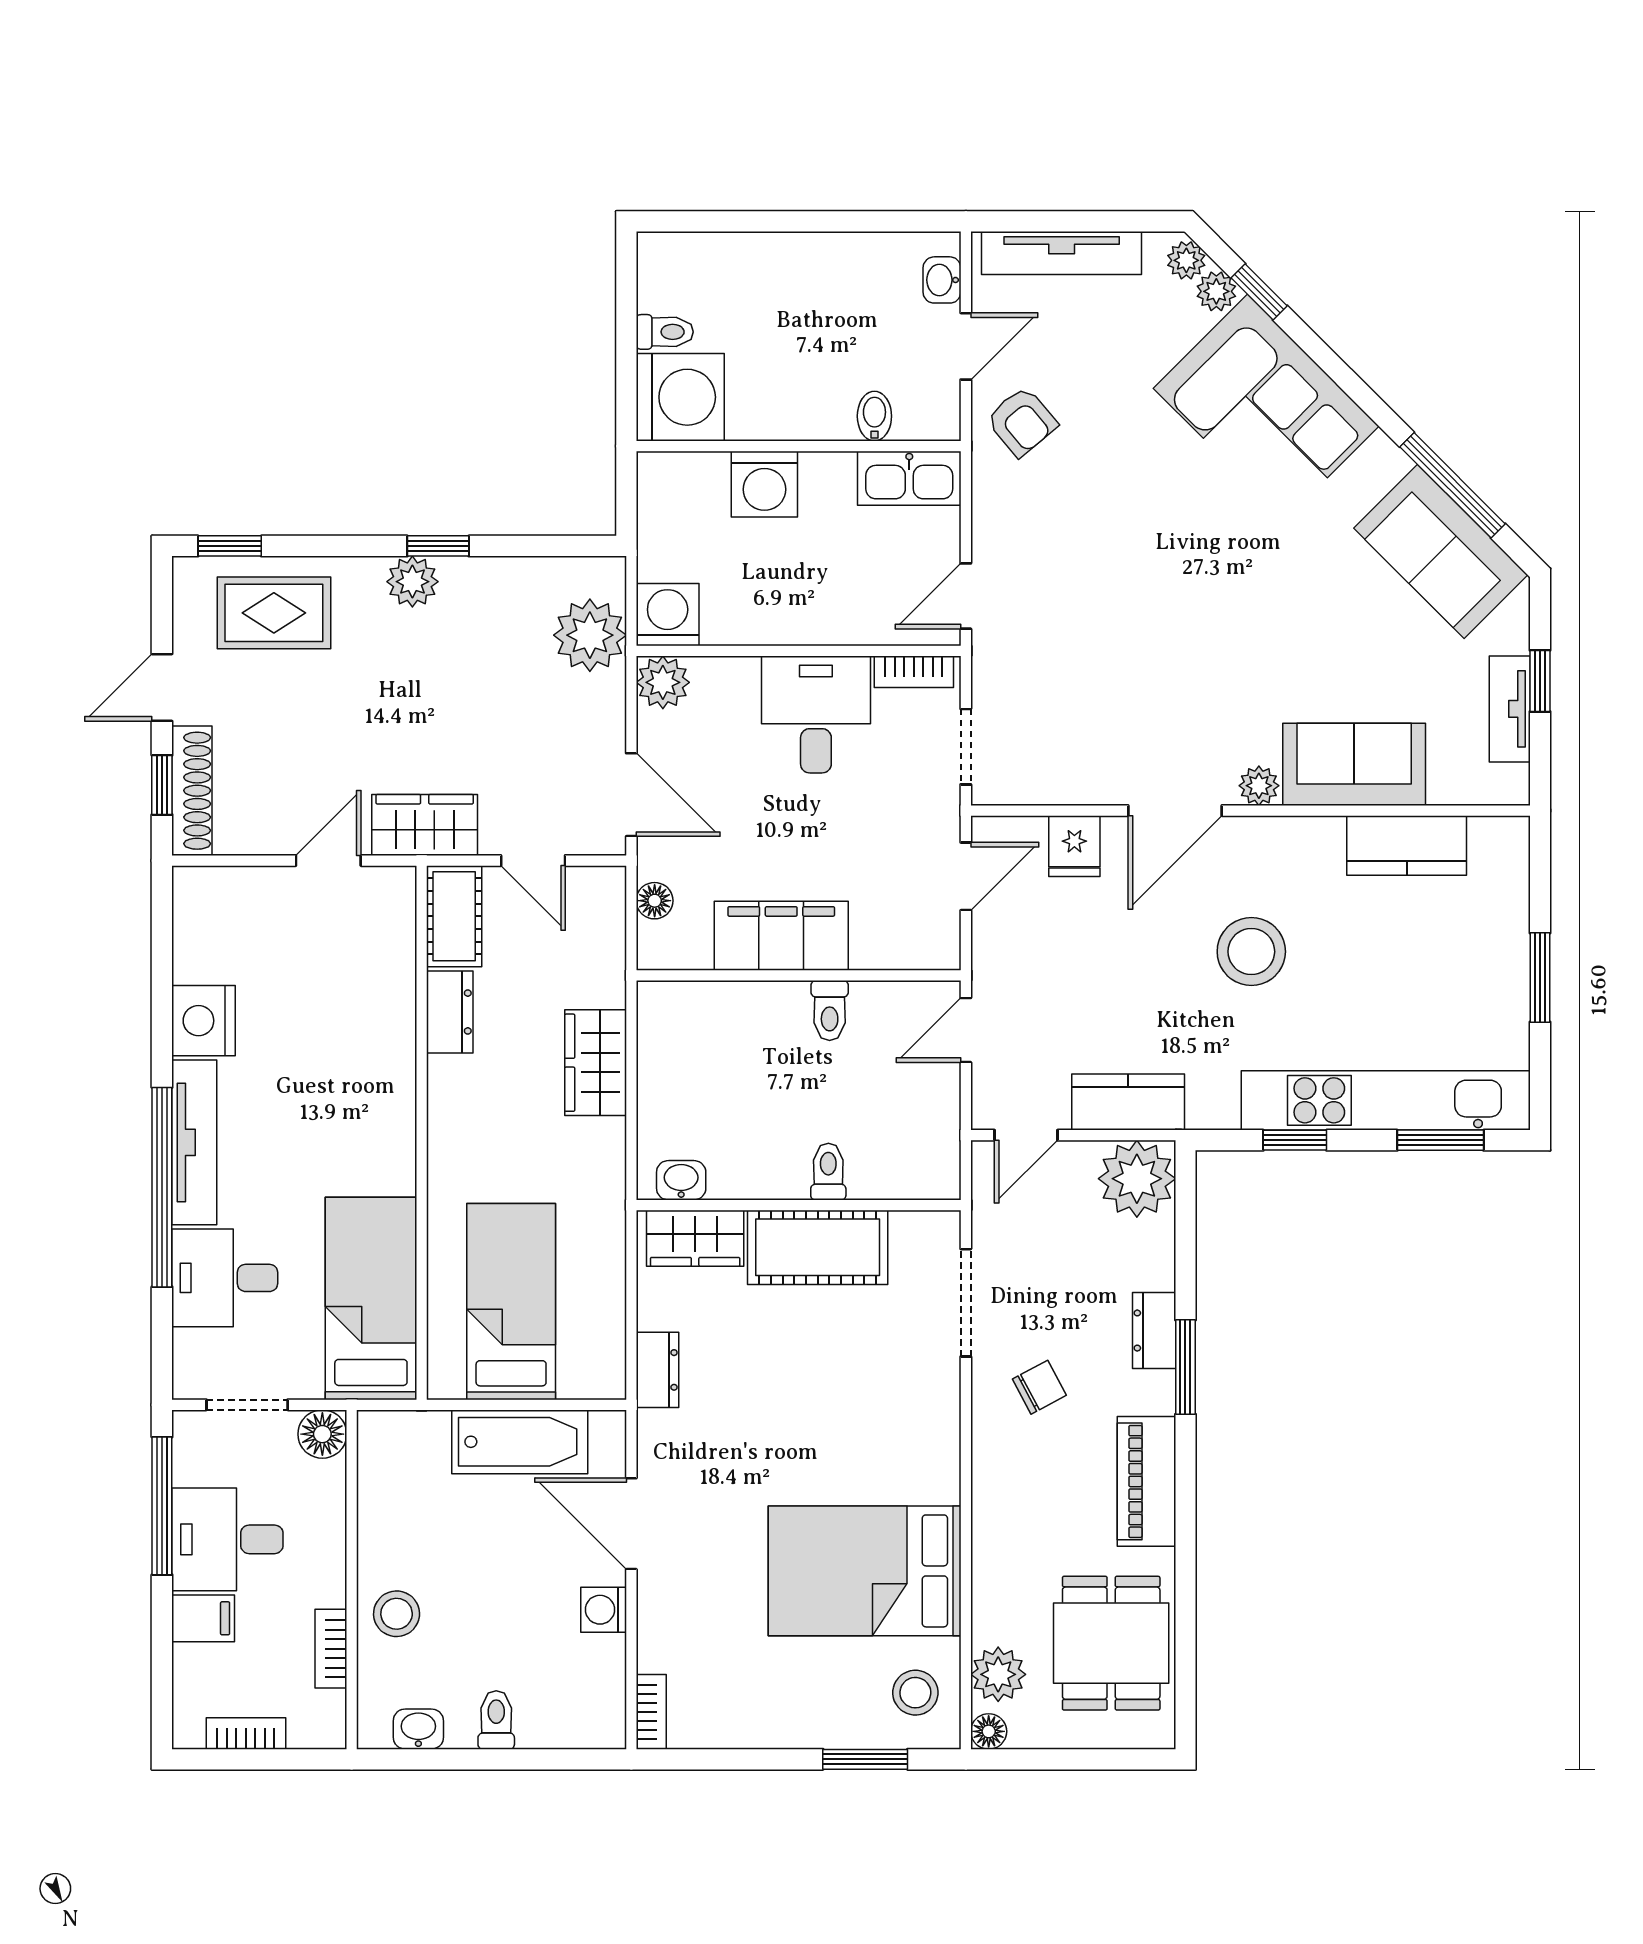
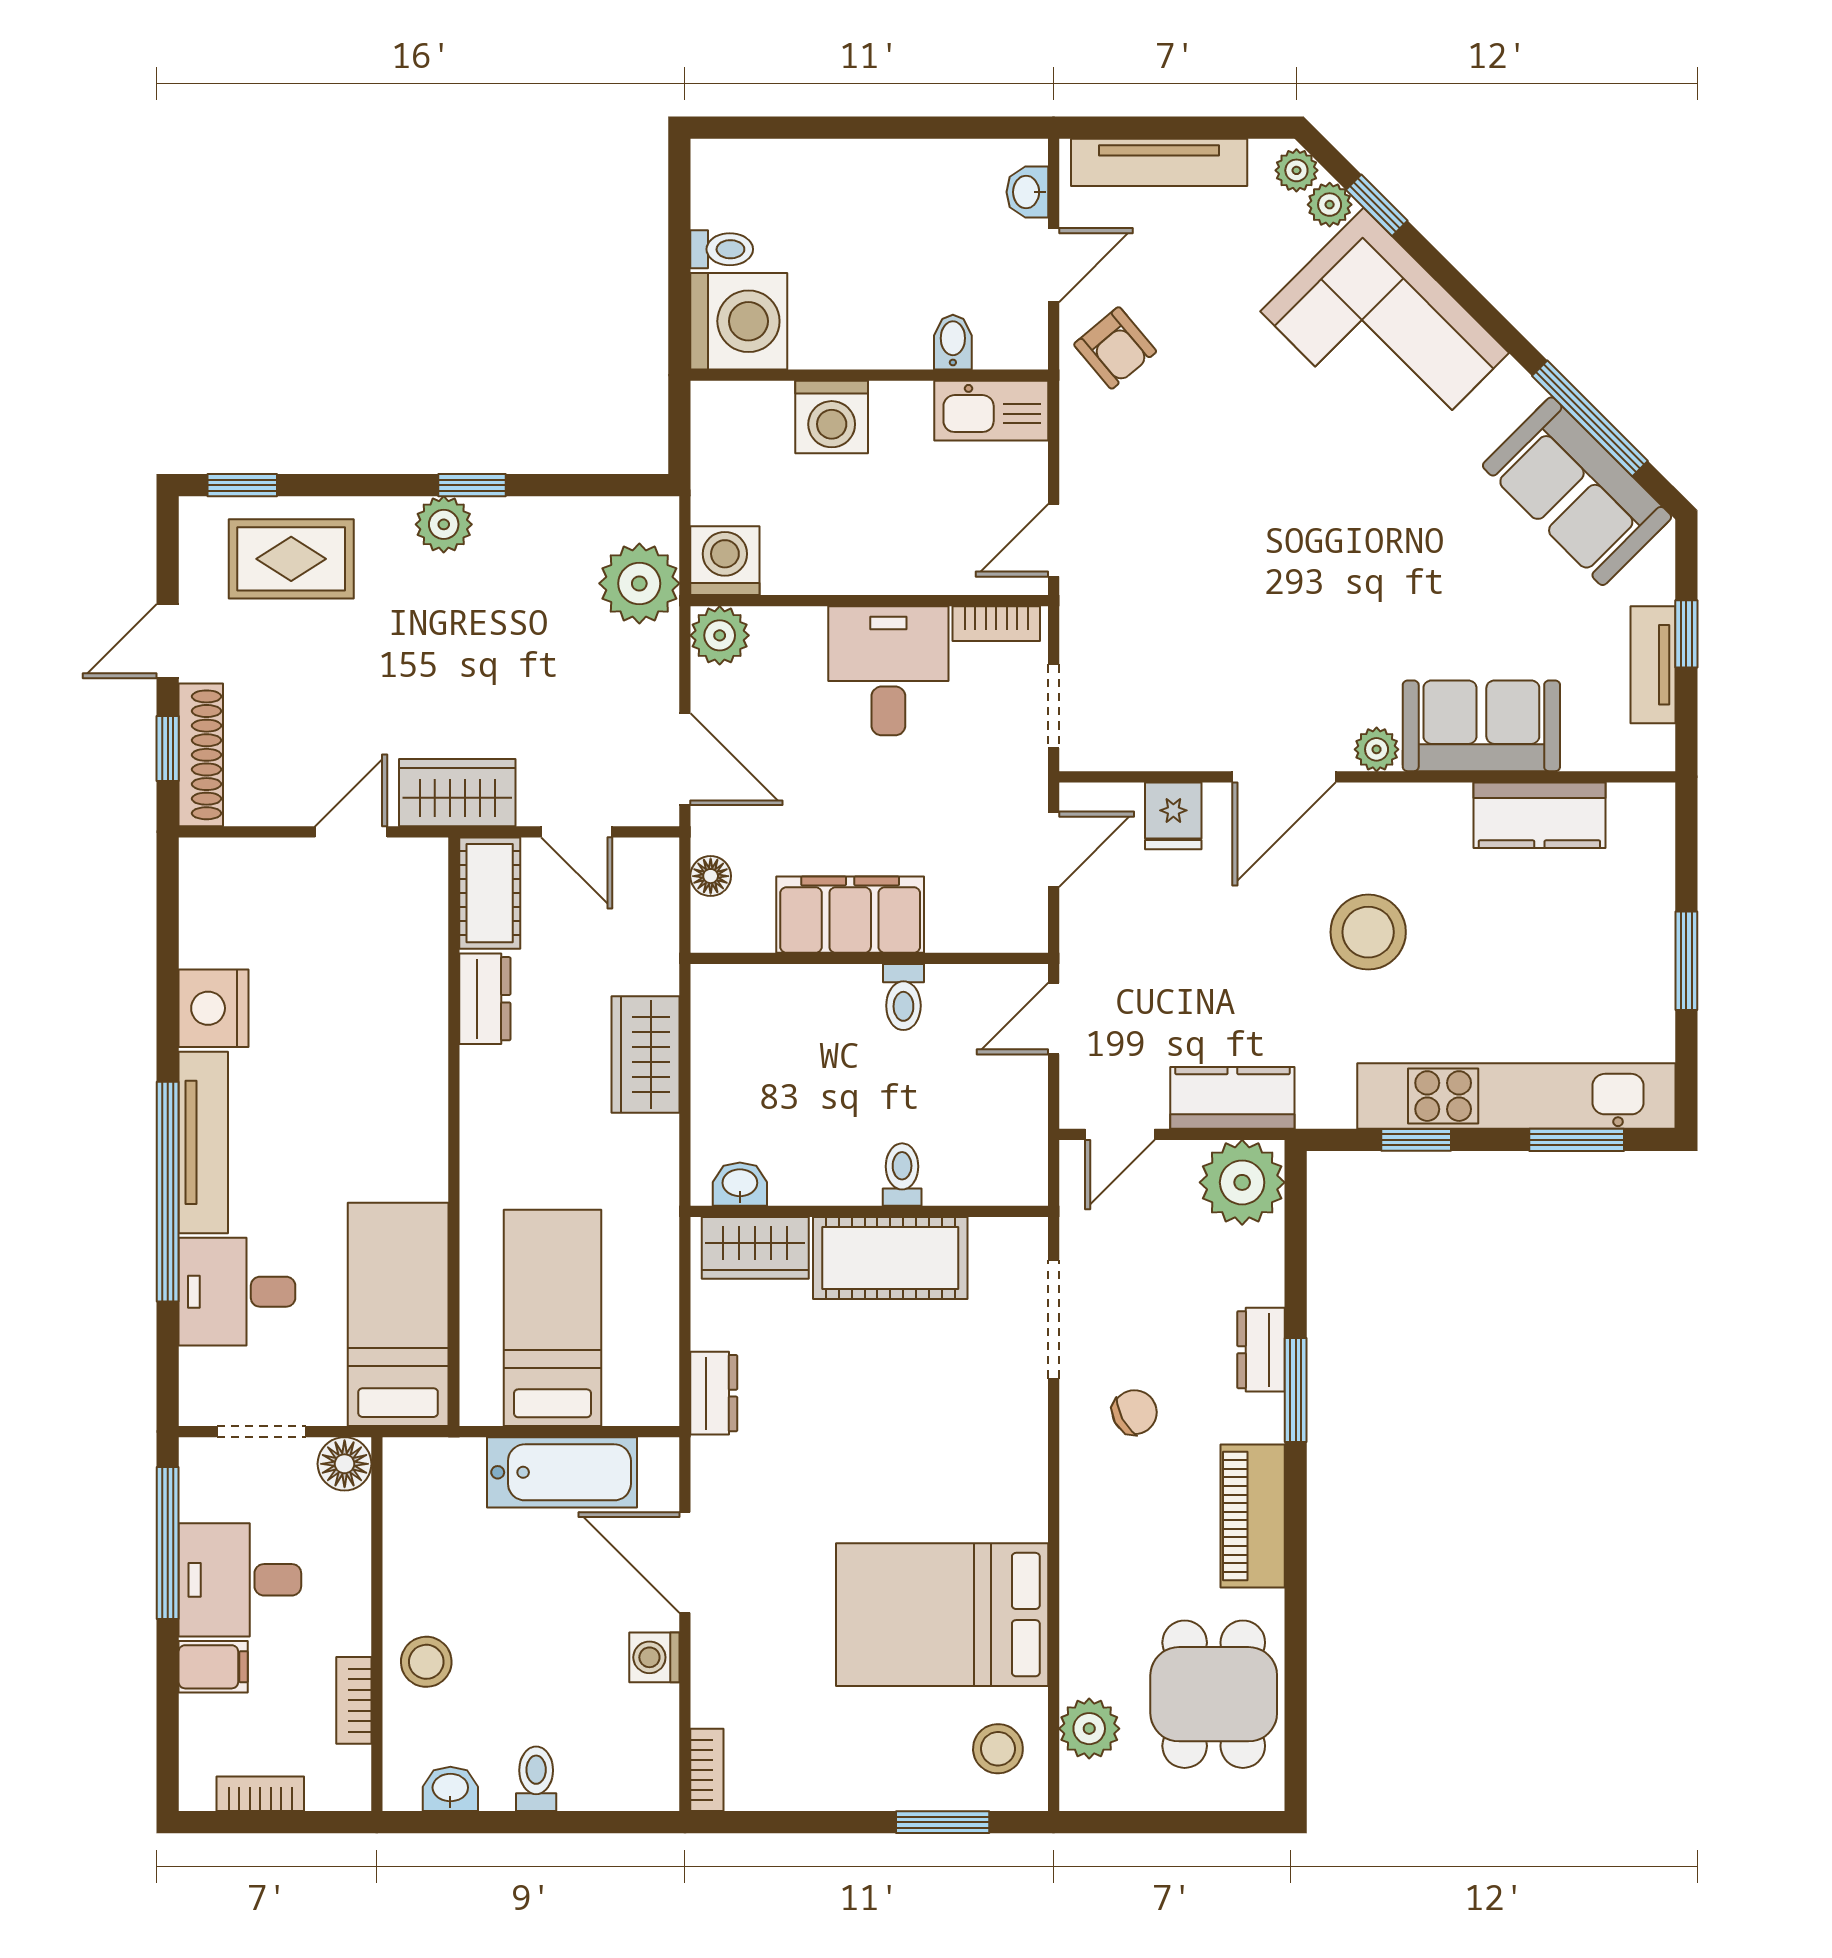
floor lamp: (989, 1731) -> (1079, 1791), removed

